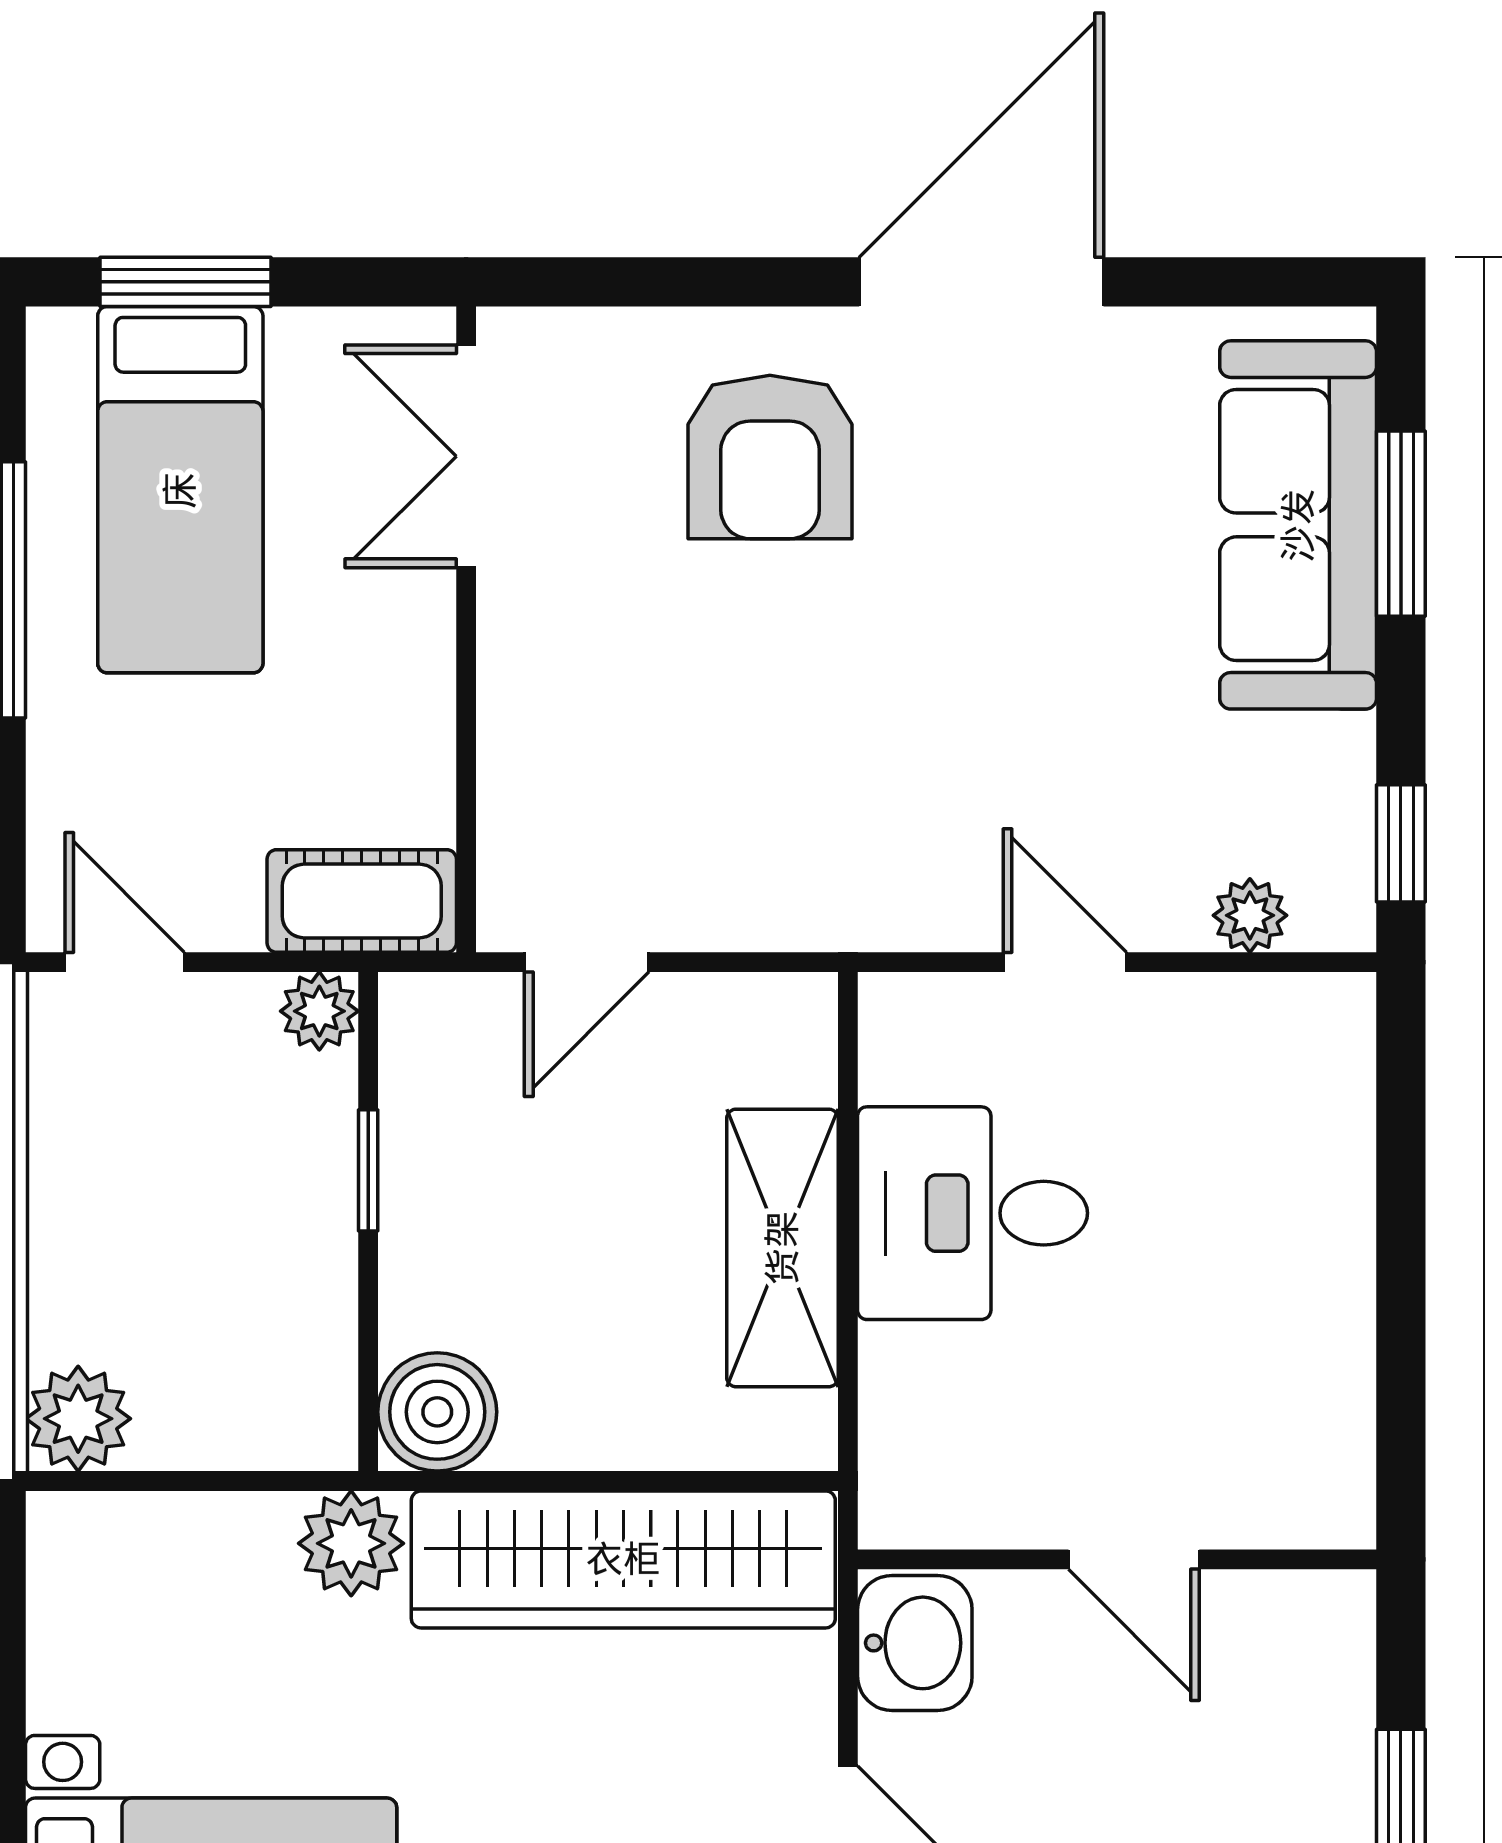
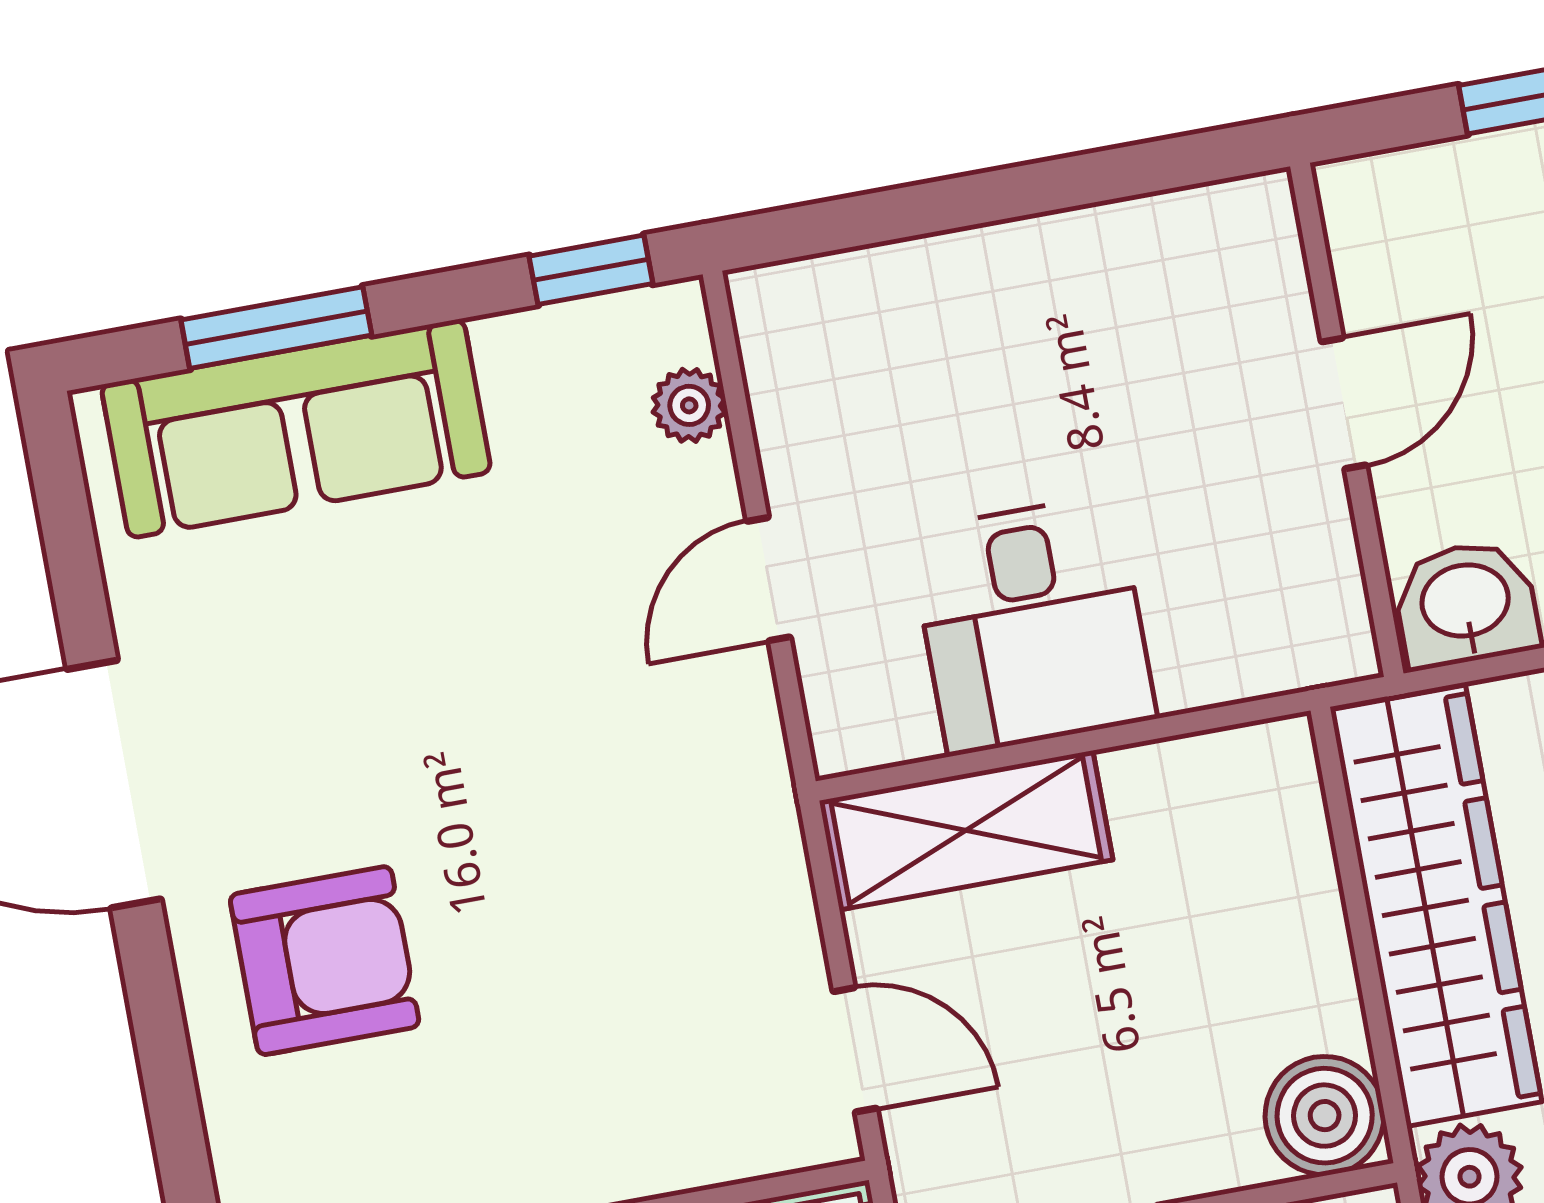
shelving: (782, 1248) -> (966, 830), moved

